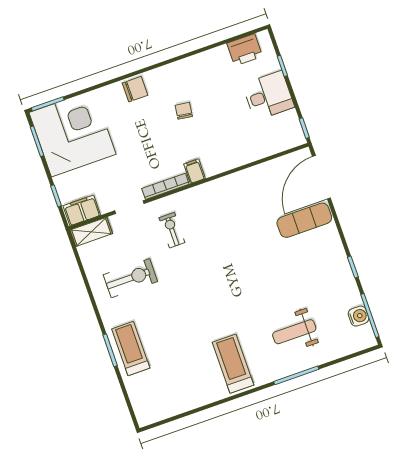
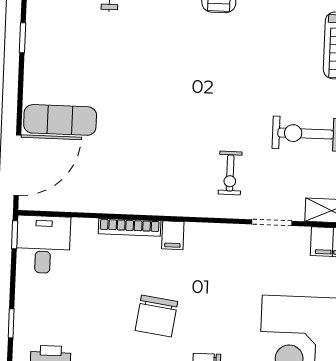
desk: (268, 96) -> (43, 244), moved, turned 90
chair: (184, 111) -> (156, 316), width x1.87, depth x1.87
bookcase: (165, 186) -> (130, 227), moved

